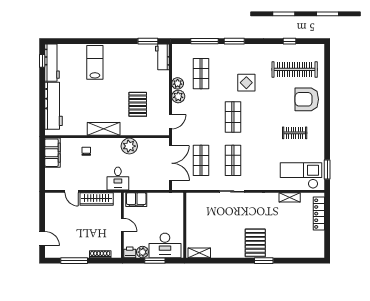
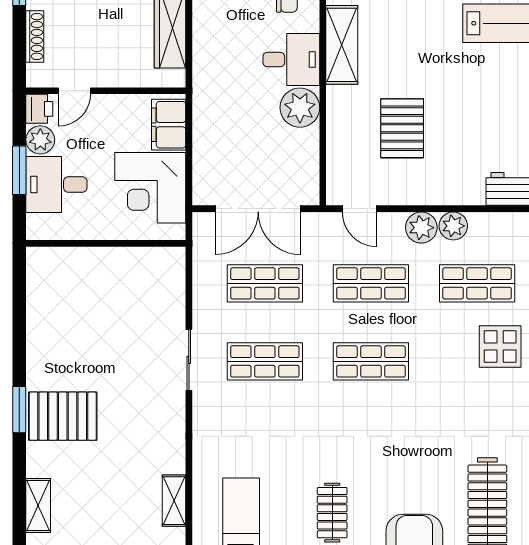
display table: (246, 83) -> (500, 347), moved
pallet: (138, 104) -> (402, 128), turned 90
shop shelf: (201, 117) -> (371, 283), added
desk: (118, 179) -> (291, 60), moved, turned 180
corner desk: (162, 207) -> (150, 188), added
door: (122, 225) -> (74, 91), moved
desk: (165, 245) -> (56, 185), width x0.73
shelving: (199, 253) -> (38, 506), moved
window: (264, 261) -> (19, 410), moved

